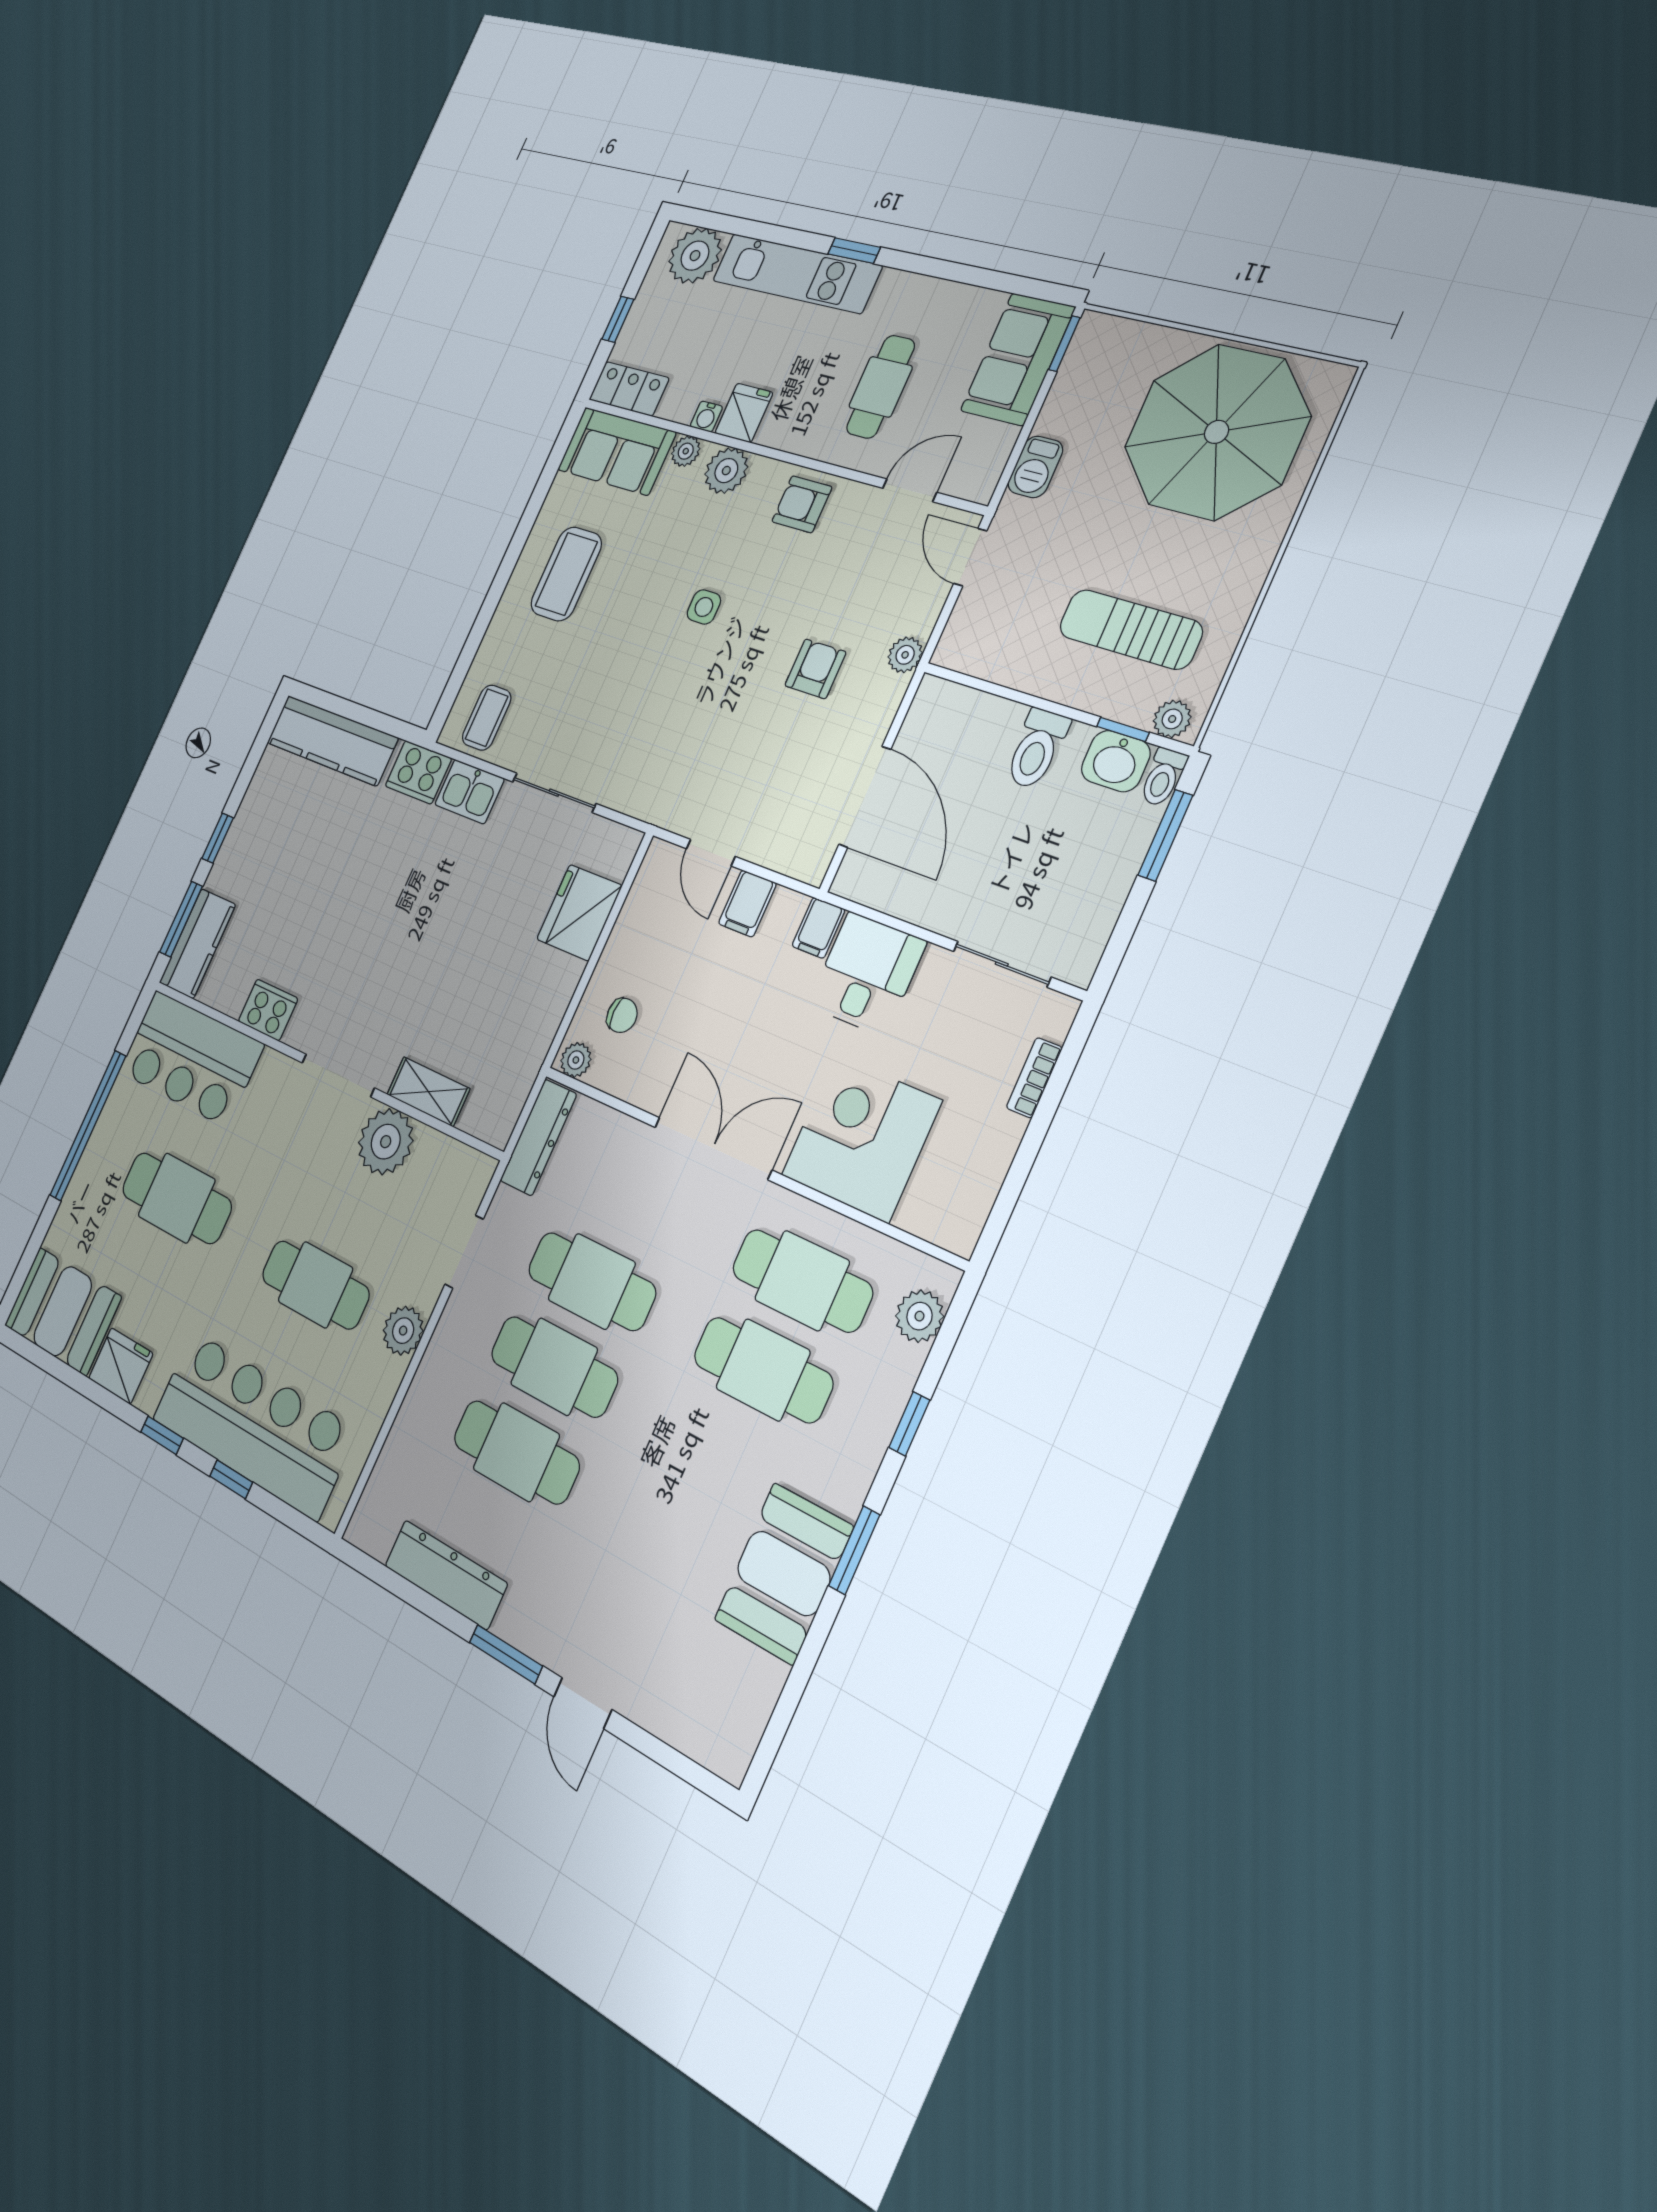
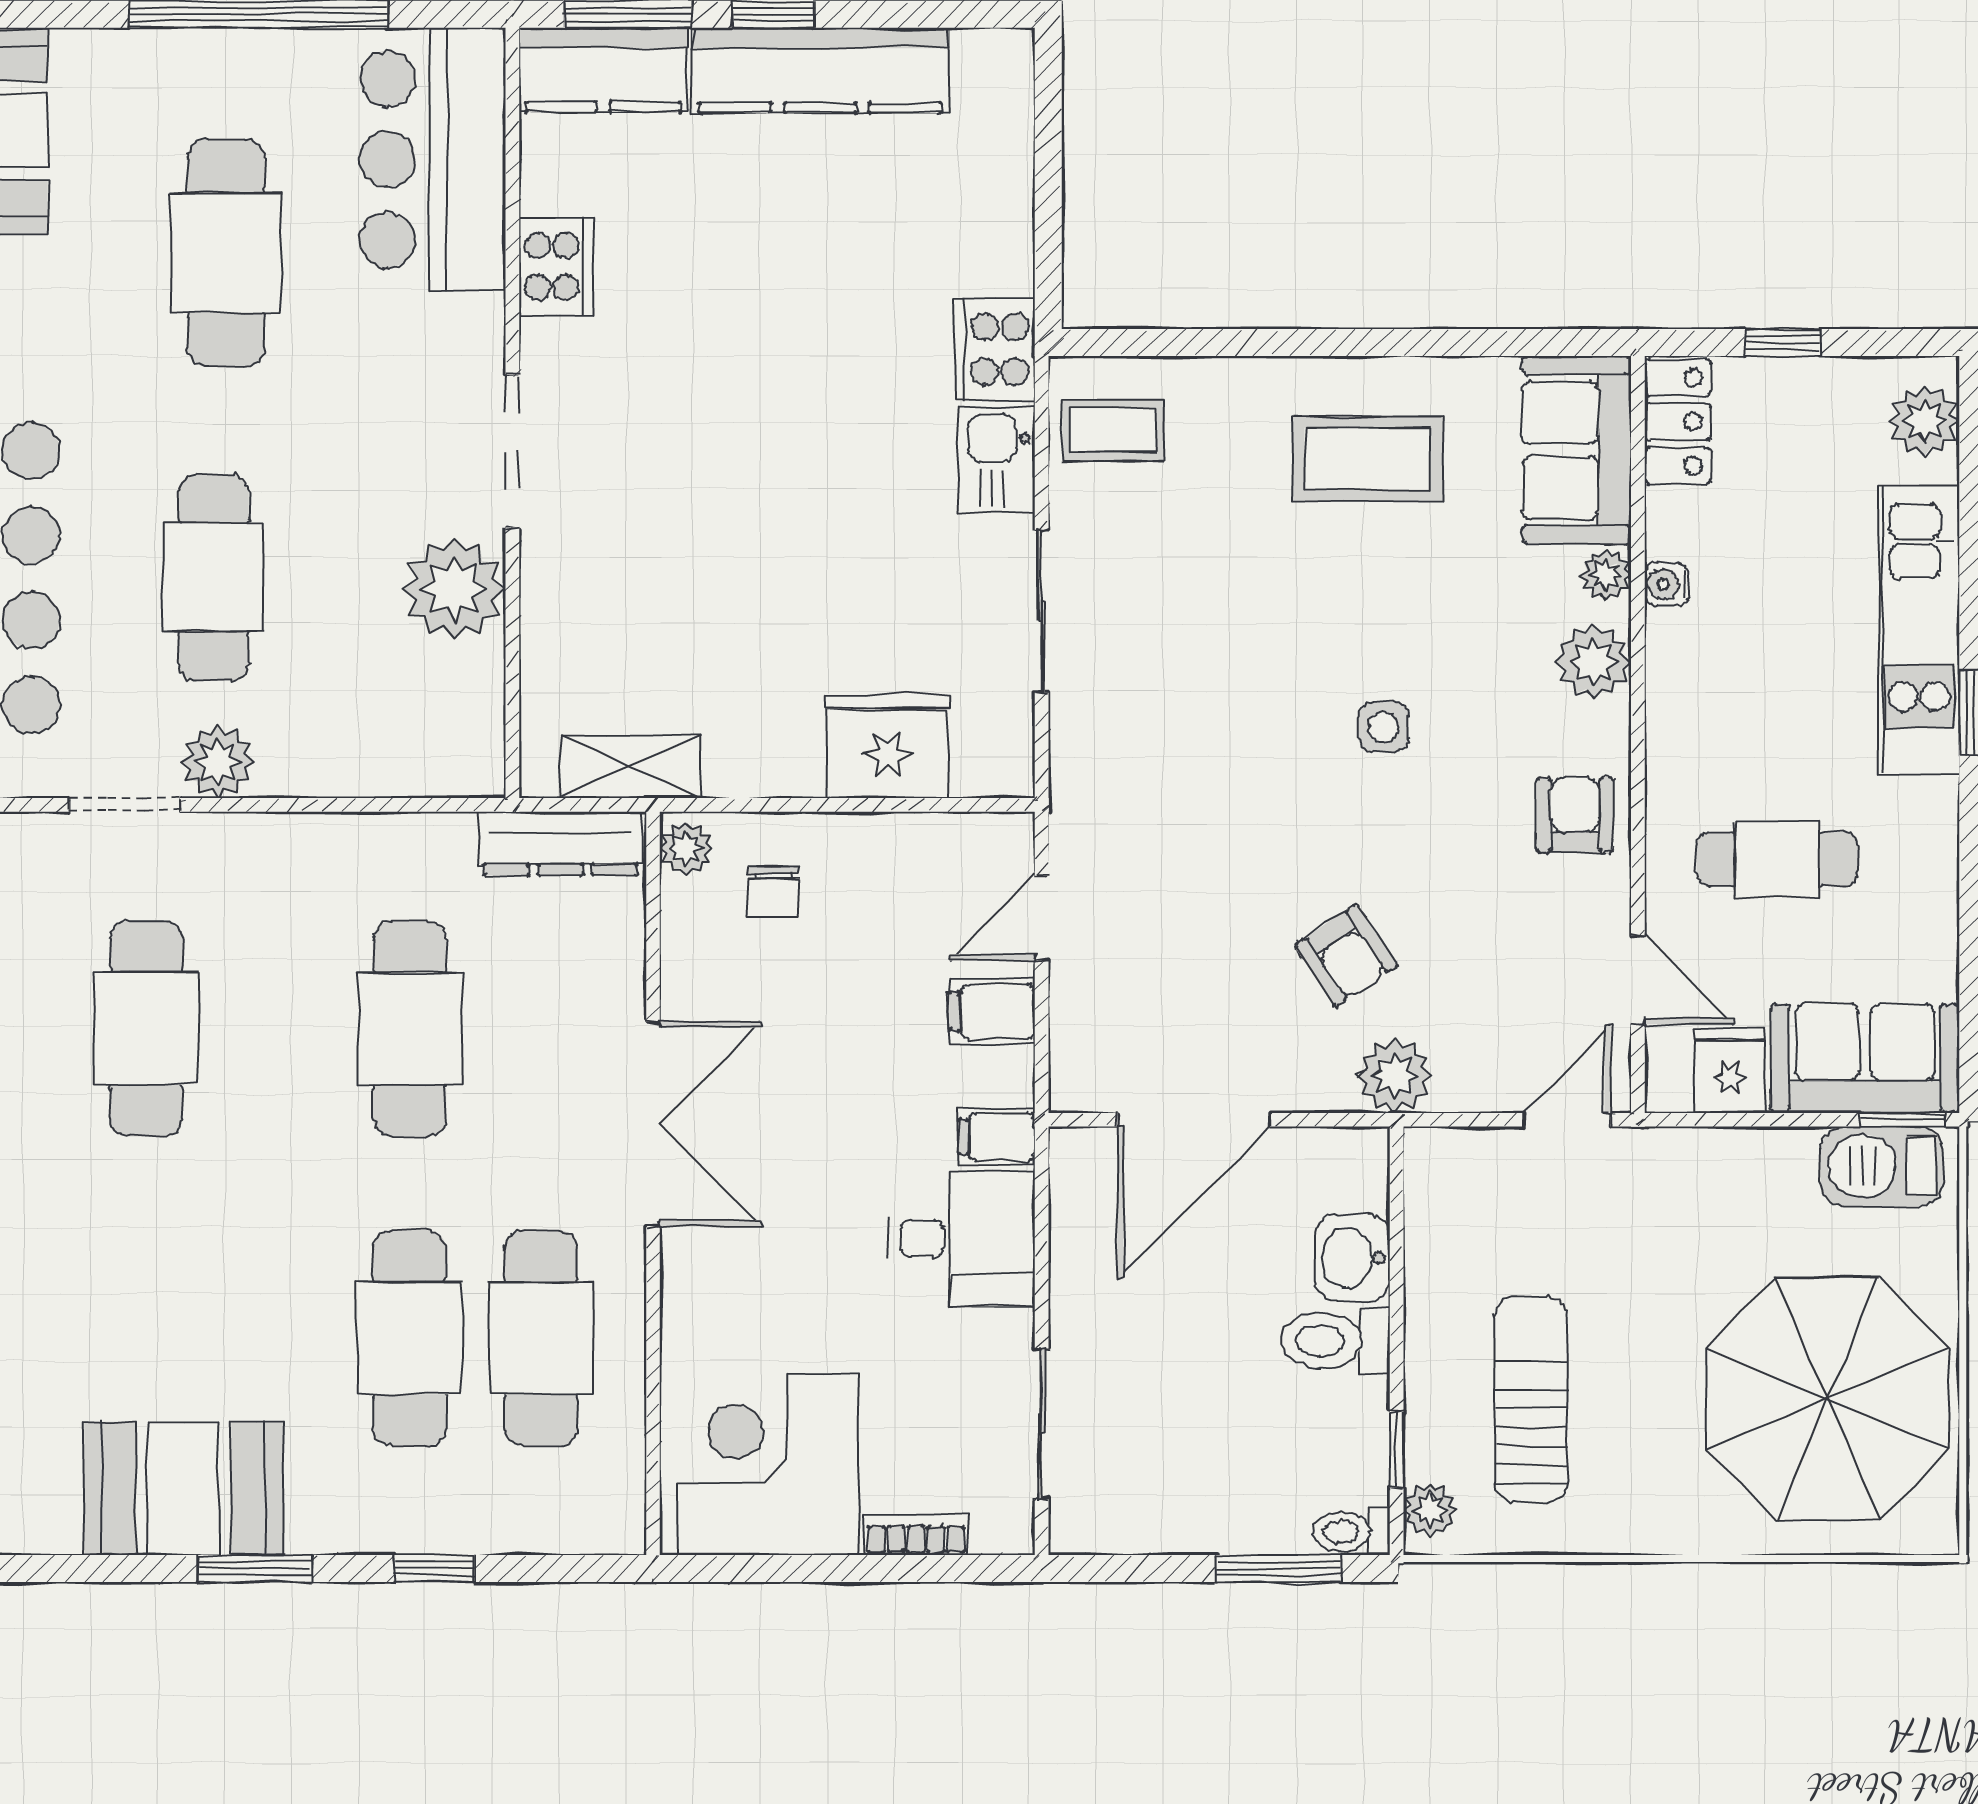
plant: (695, 256) -> (1924, 421), width x0.73, depth x0.73
fridge: (744, 413) -> (1730, 1071), moved, turned -90
barbecue: (1035, 467) -> (1882, 1166), moved, width x1.38, depth x1.27
plant: (905, 655) -> (1395, 1076), width x1.38, depth x1.38
armchair: (815, 669) -> (1346, 955), turned 56
kitchen counter: (332, 740) -> (820, 70), moved, turned -90
washbasin: (1116, 761) -> (1352, 1258), moved
shelving: (428, 1092) -> (631, 767), moved, turned 90
corner desk: (861, 1138) -> (768, 1464), moved, turned -90
doorway: (464, 1252) -> (125, 805), moved
plant: (919, 1316) -> (567, 1520), removed
cafe table: (554, 1366) -> (278, 1029), removed

